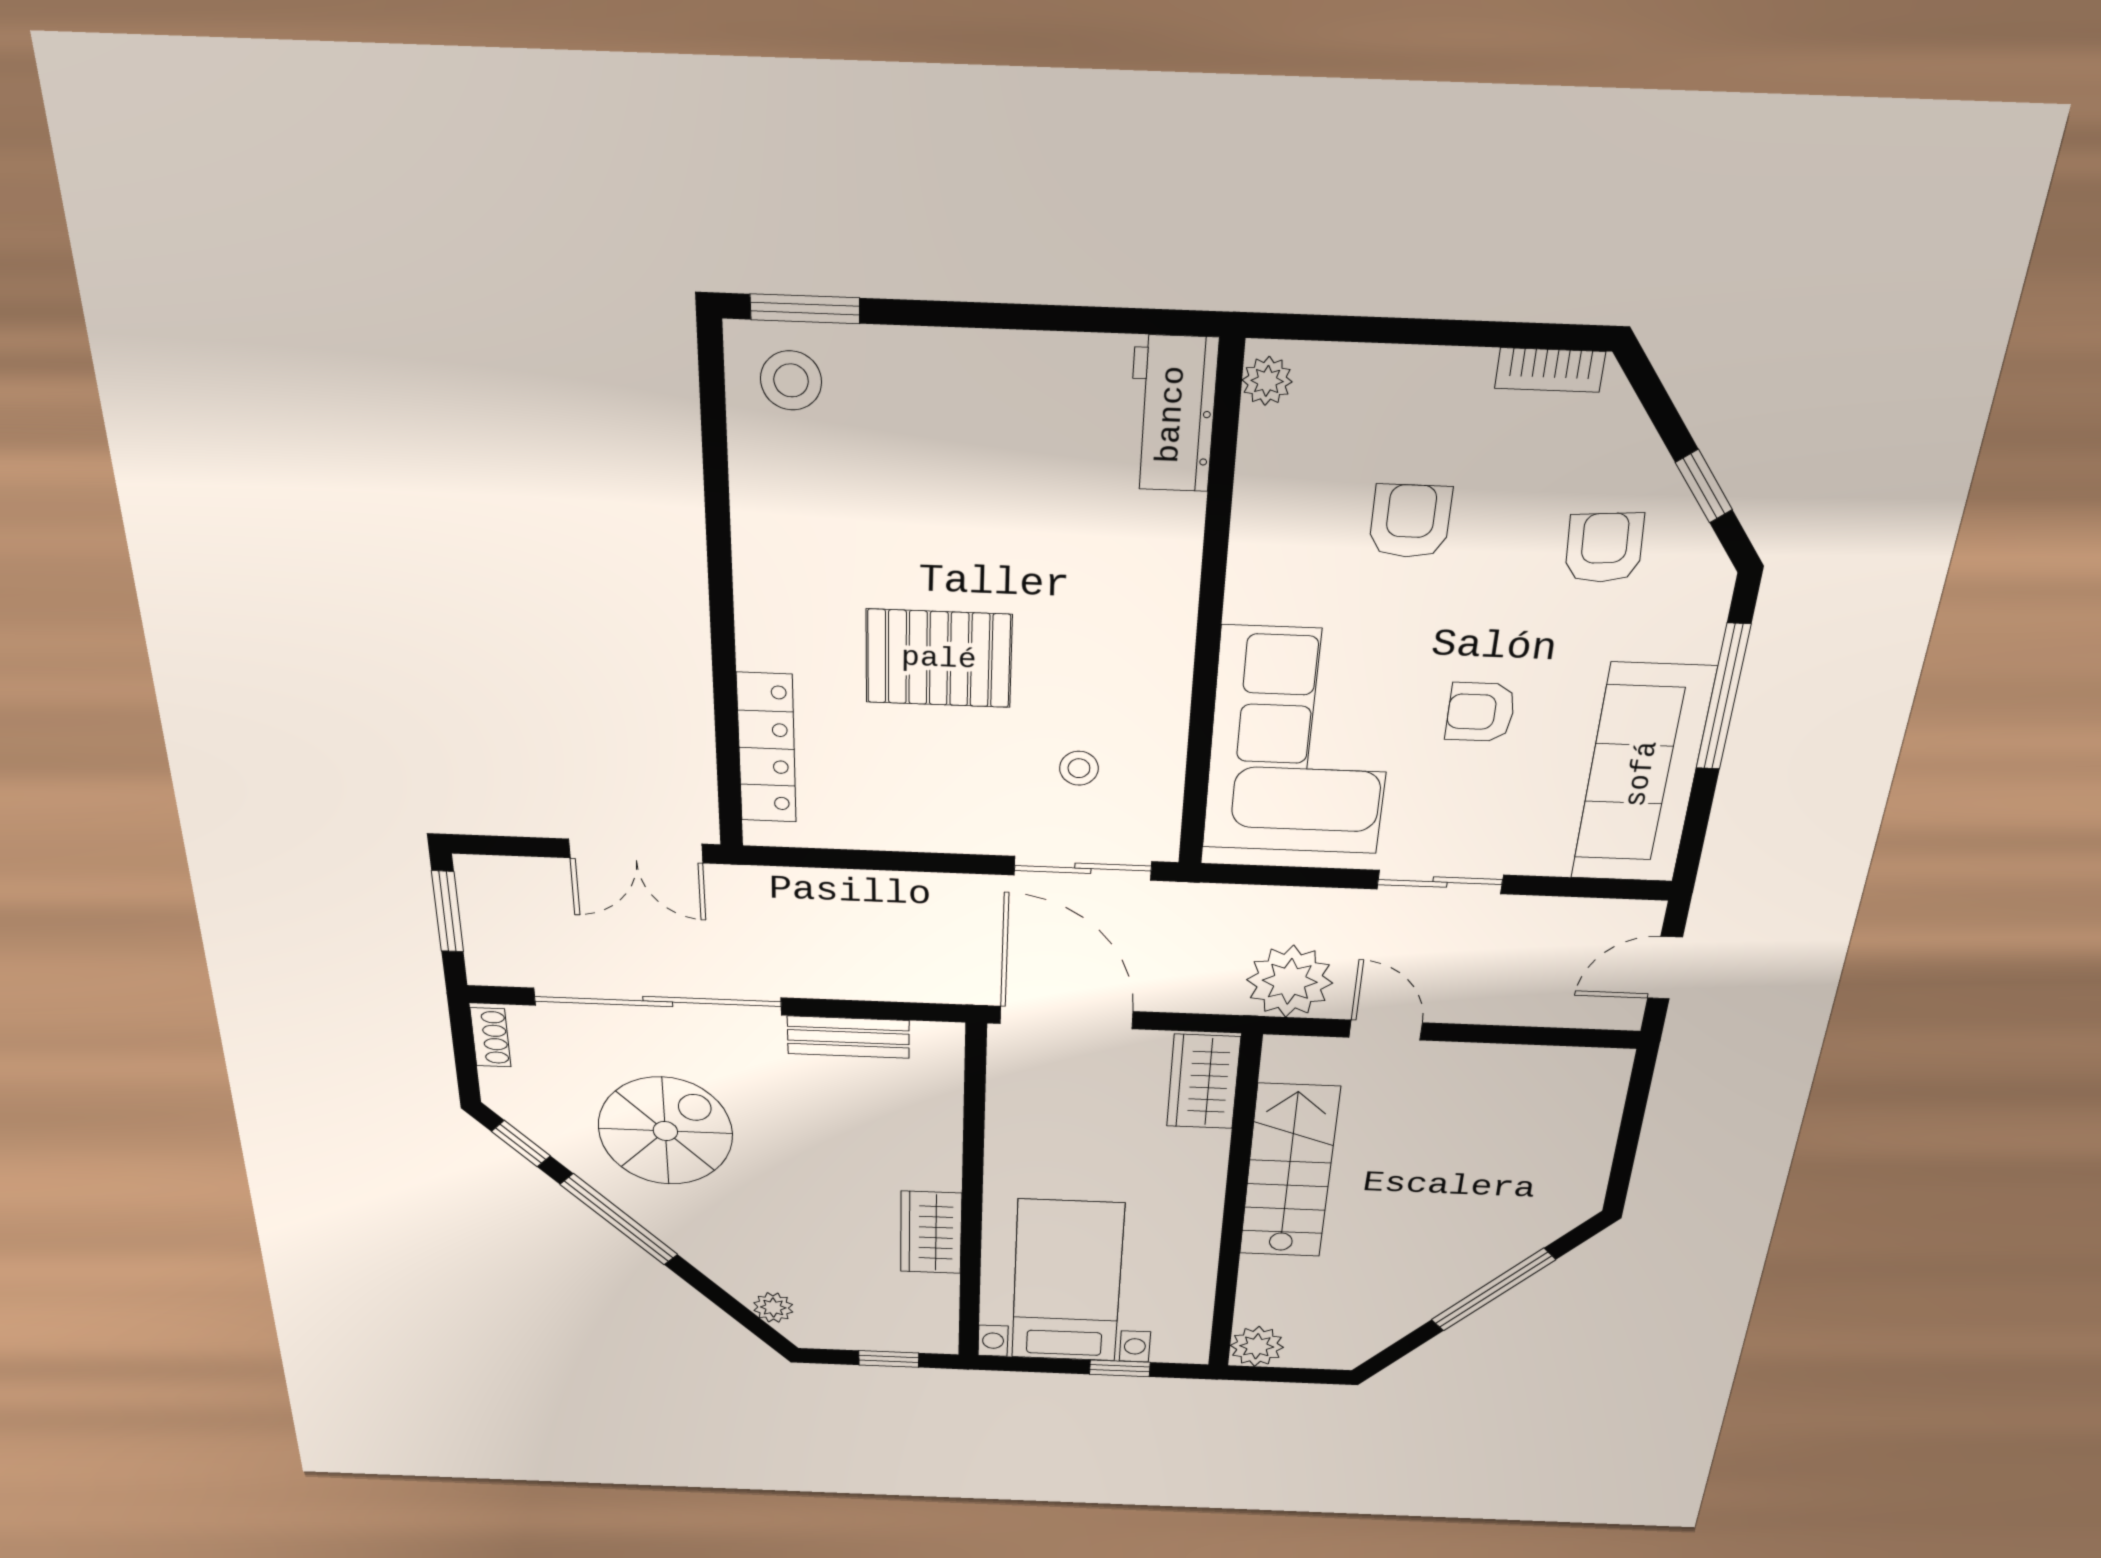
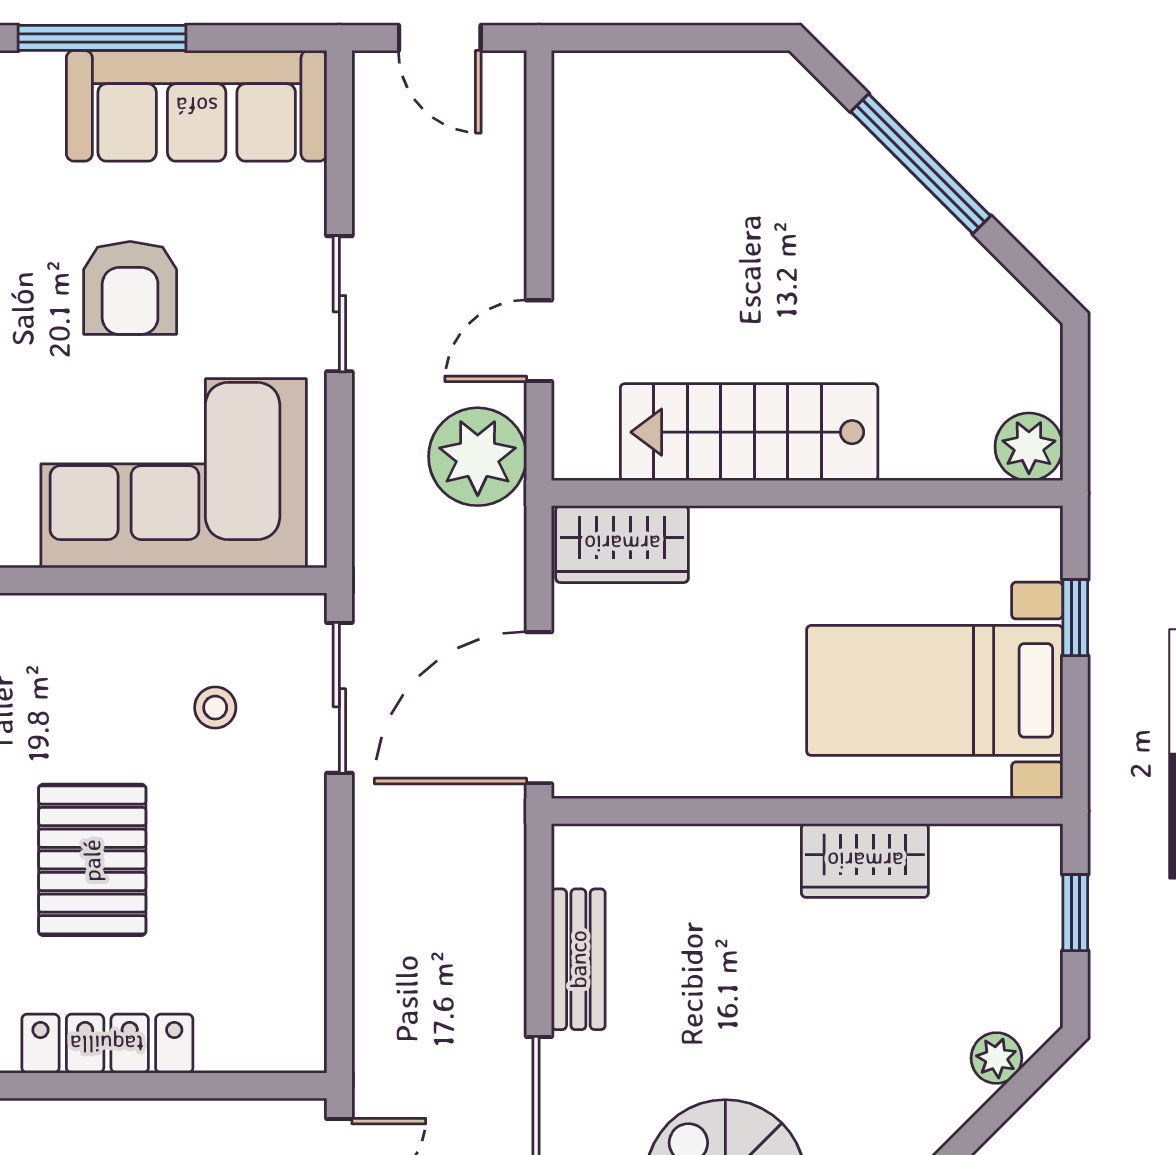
armchair: (1481, 712) -> (130, 288), width x1.38, depth x1.38
locker: (767, 748) -> (107, 1044), moved

